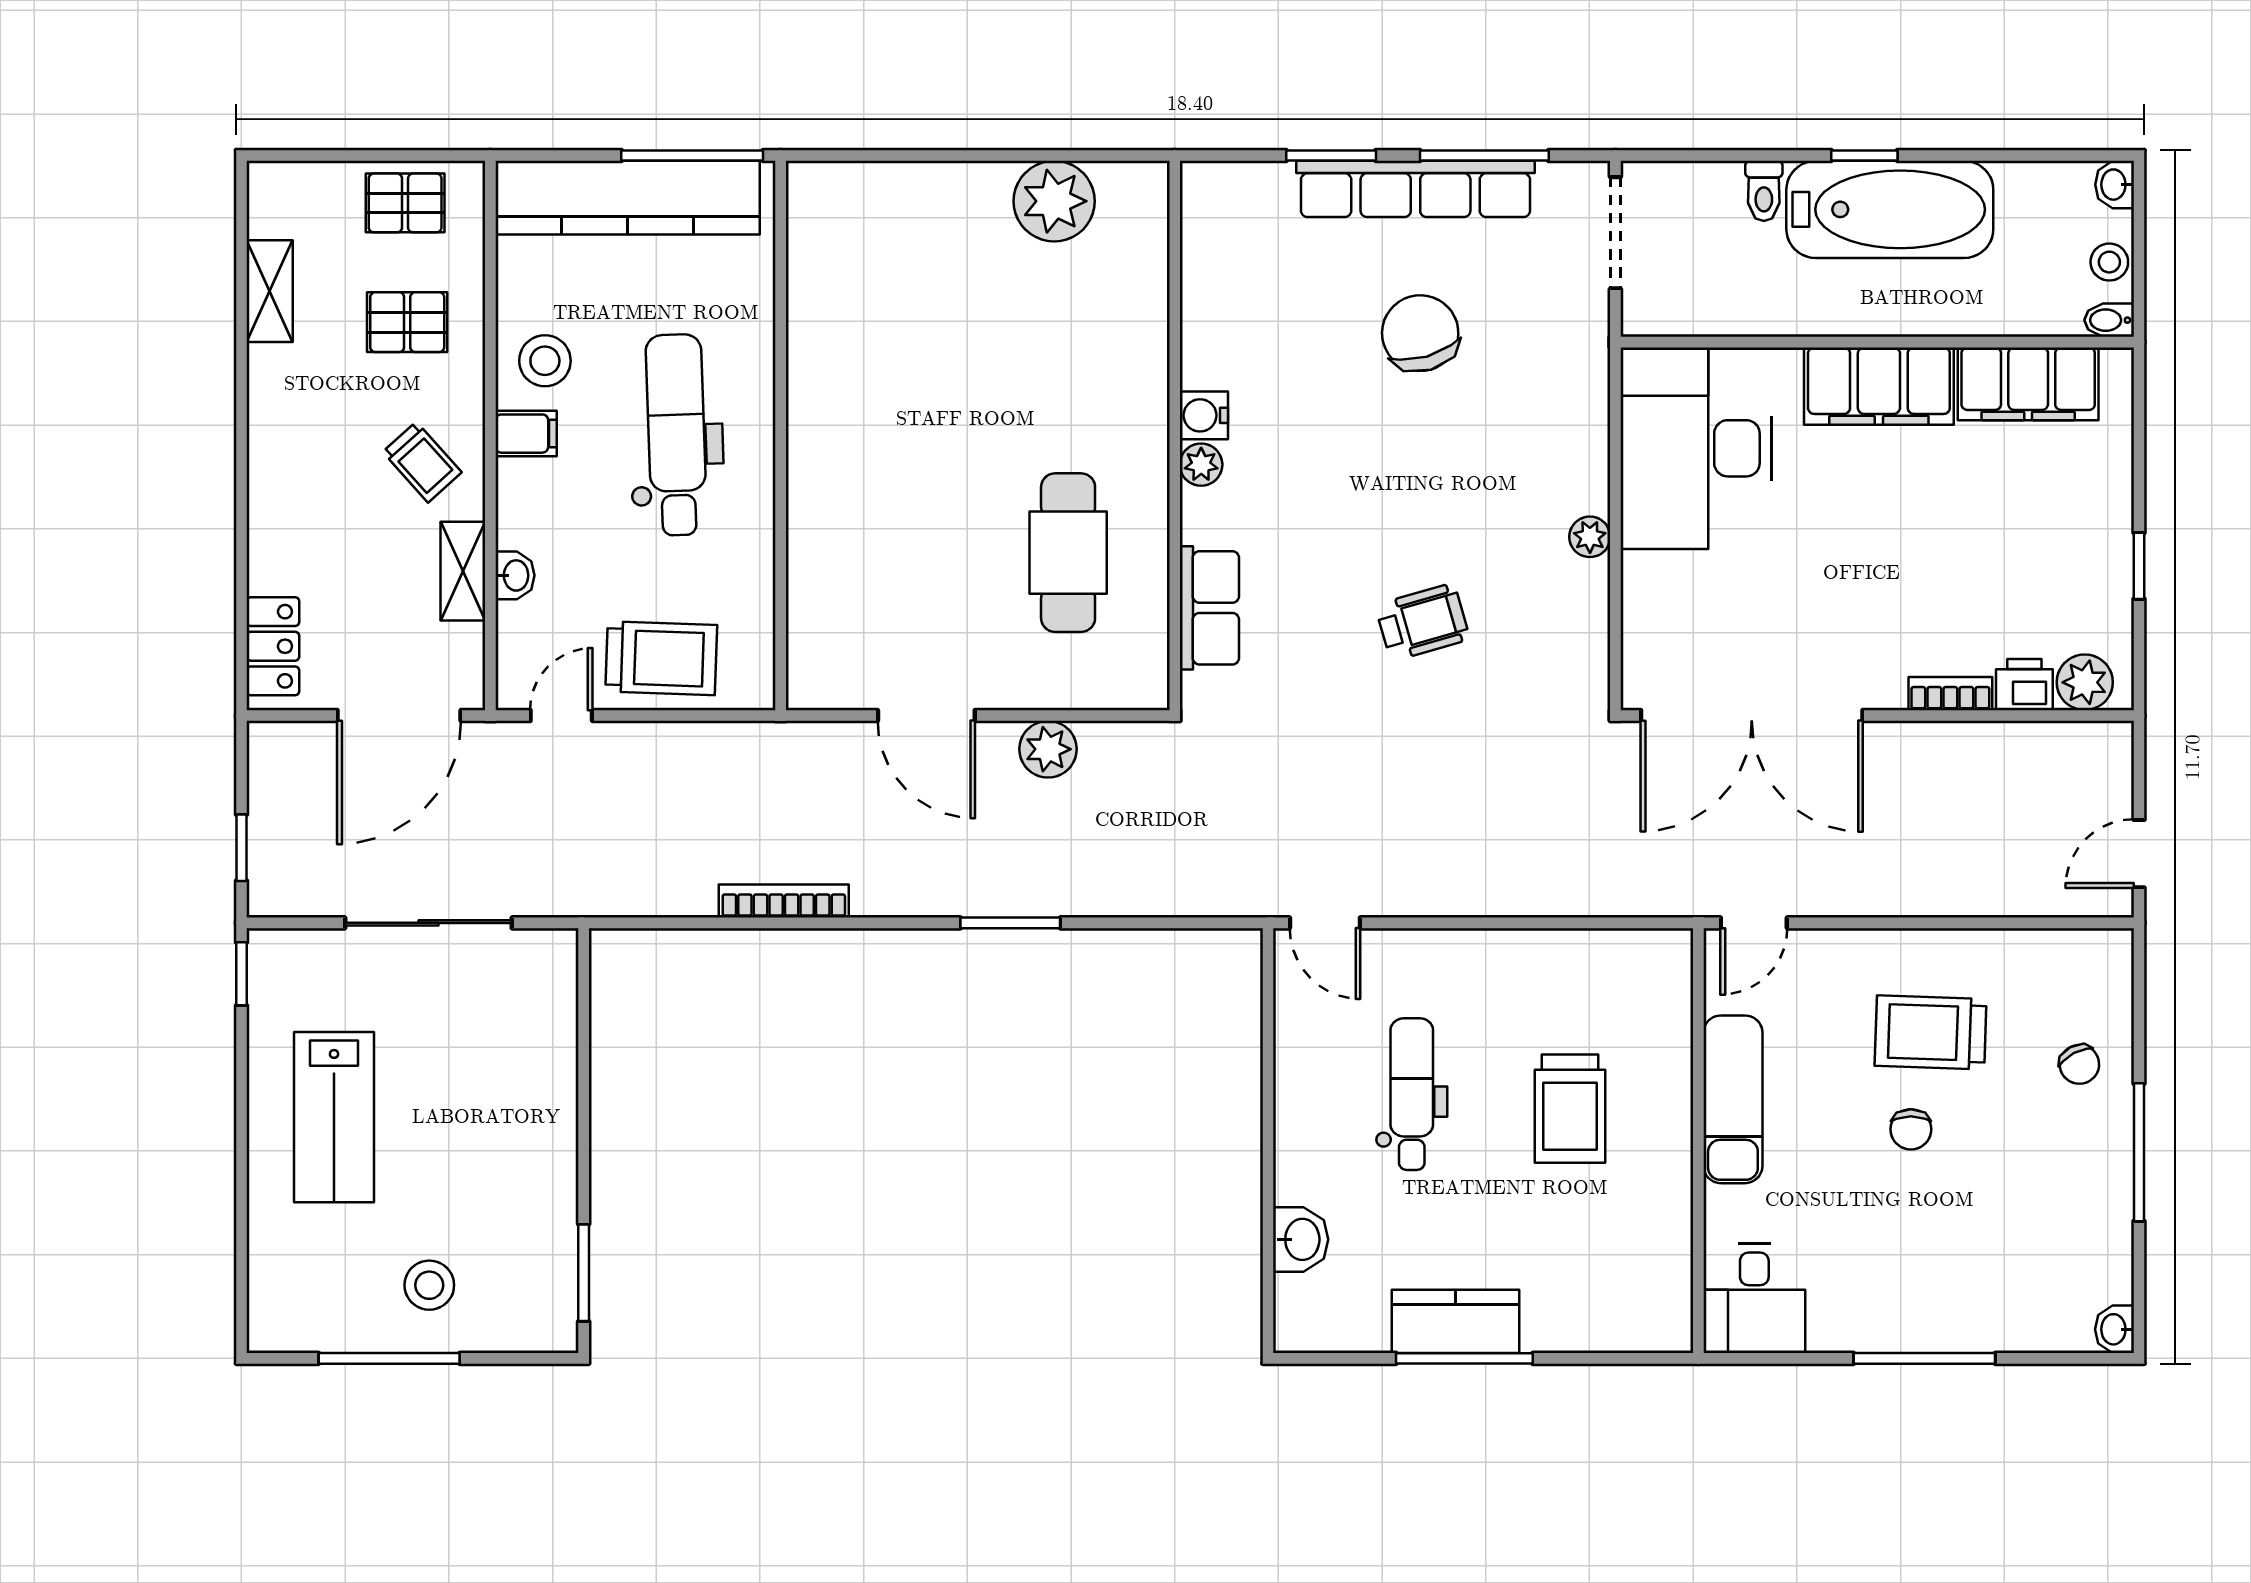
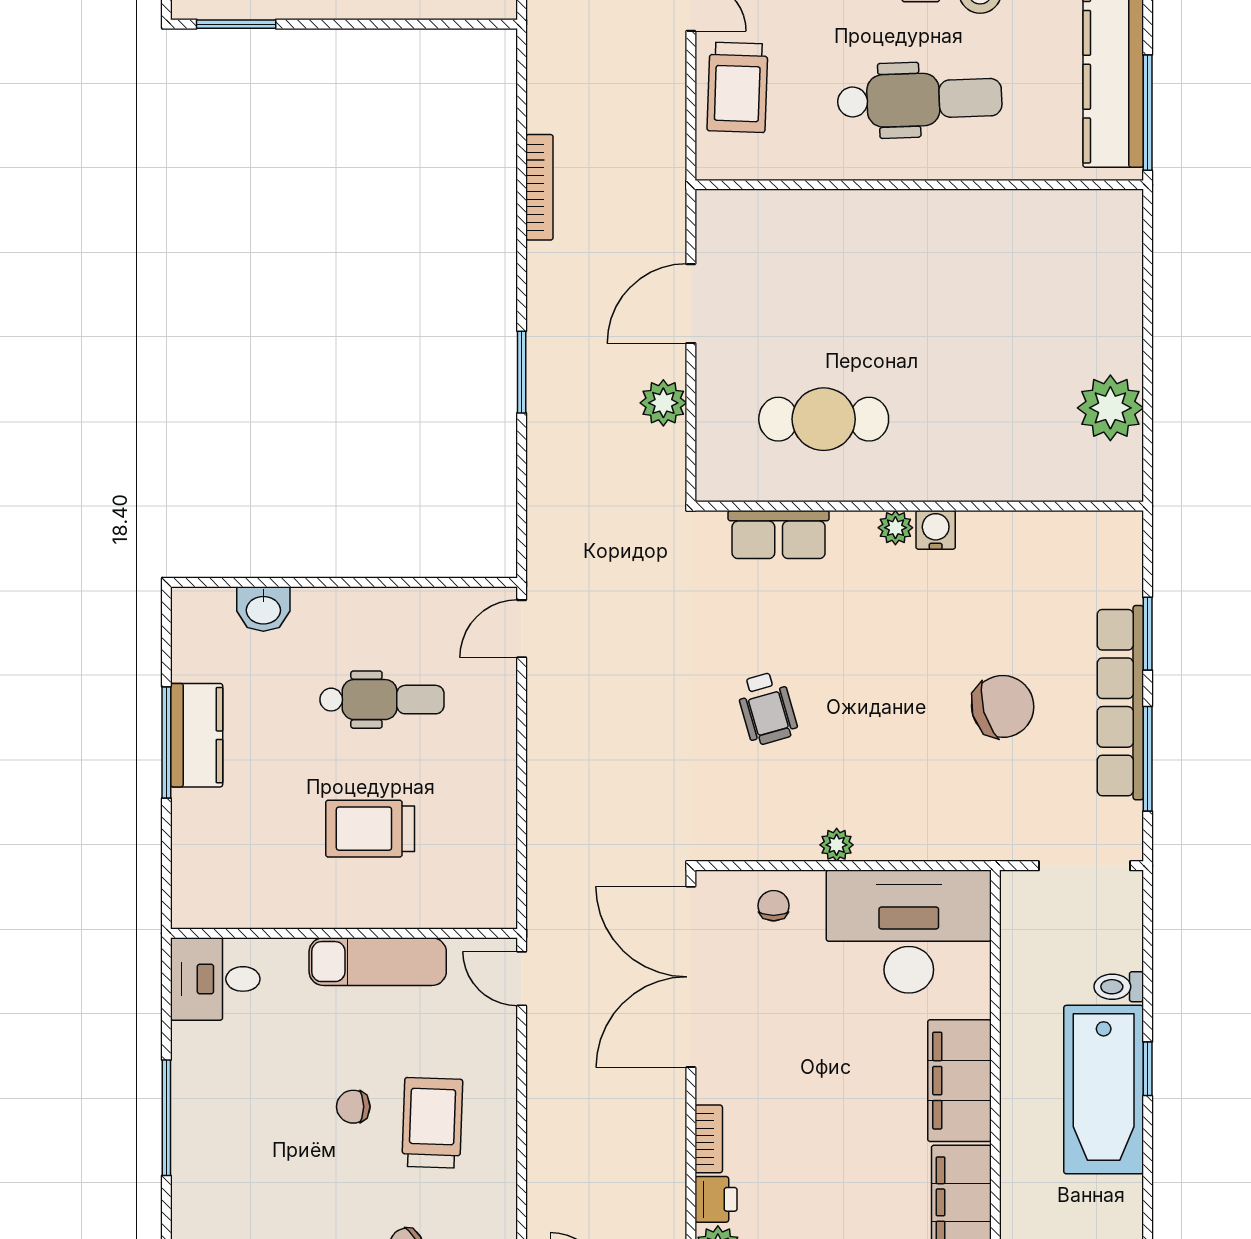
chair: (1664, 614) -> (774, 906), added

